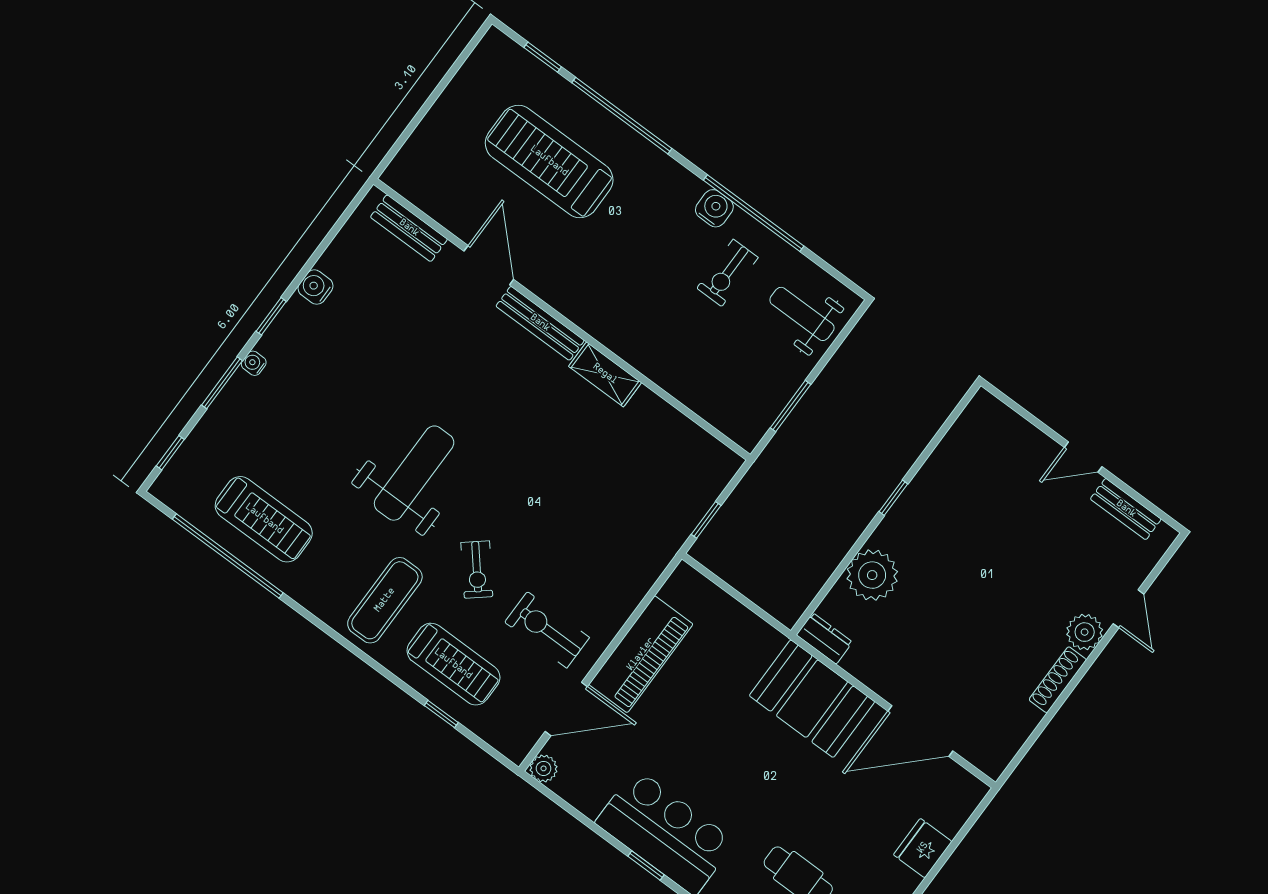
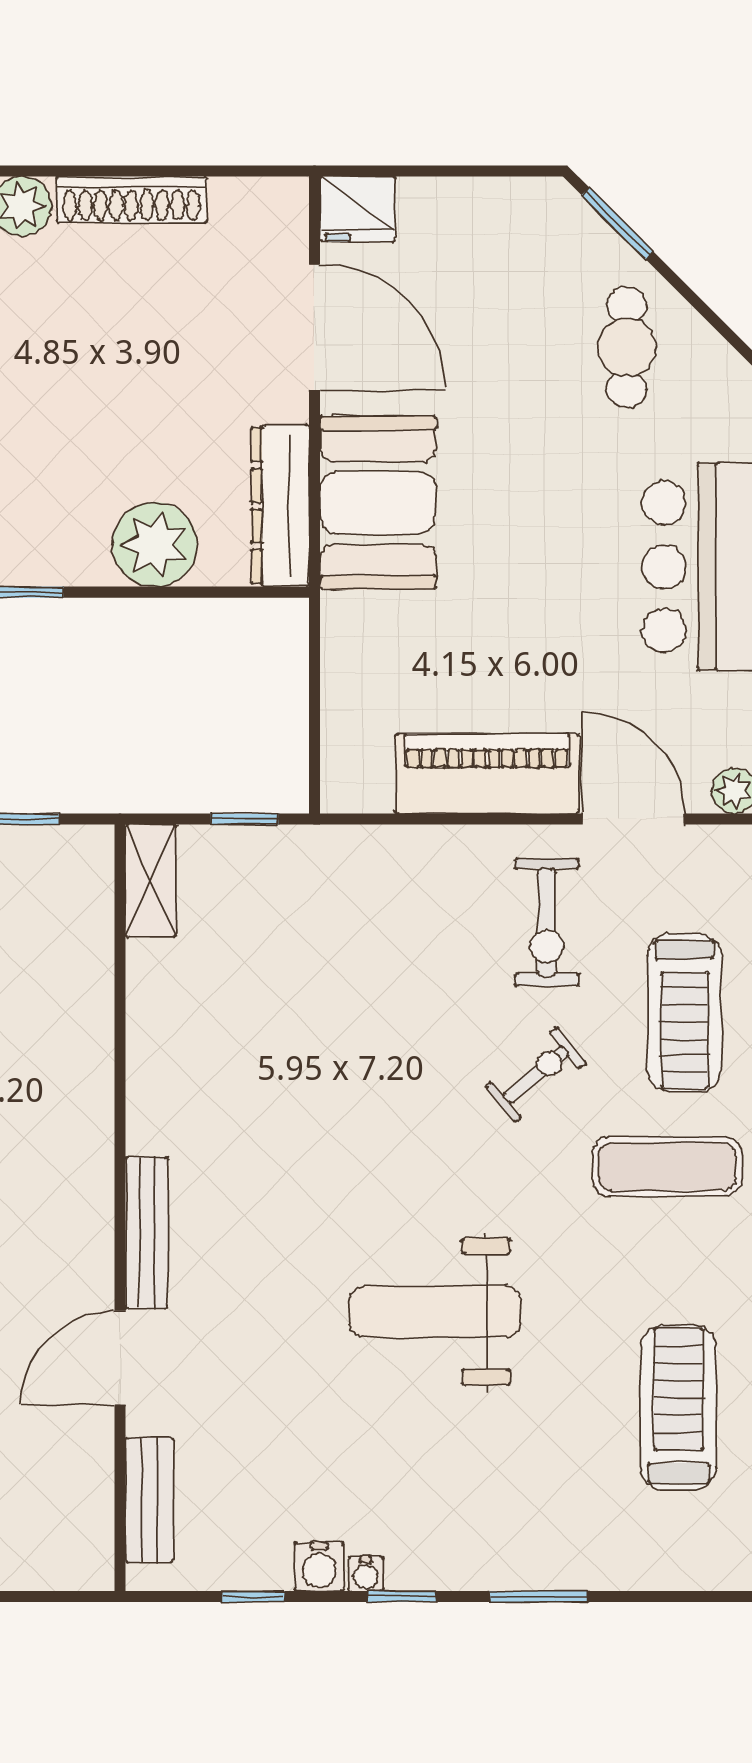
water cooler: (254, 363) -> (366, 1574), moved
shelving: (605, 374) -> (151, 881), moved
window: (170, 453) -> (253, 1597), moved
weight bench: (414, 473) -> (435, 1312), moved
dresser: (824, 638) -> (280, 506), width x1.96, depth x1.24
treadmill: (453, 664) -> (684, 1013), turned 180
shoe rack: (1058, 680) -> (131, 200), width x1.36, depth x1.24
fridge: (923, 848) -> (358, 209), moved

